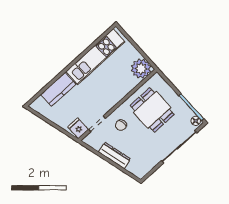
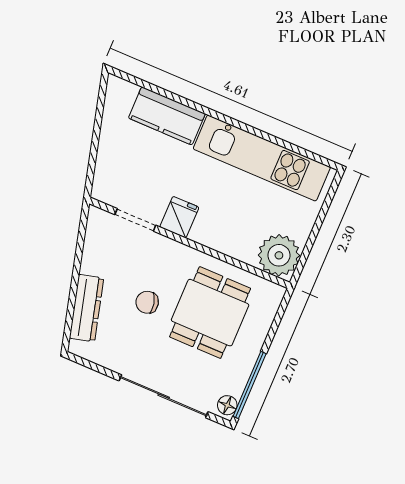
chair: (121, 125) -> (147, 302), moved
fridge: (78, 128) -> (179, 217), moved
dresser: (115, 155) -> (87, 308), moved

